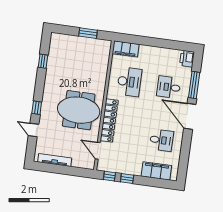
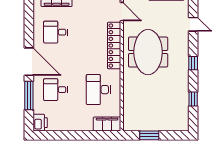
desk: (169, 87) -> (56, 90), turned 180
window: (37, 108) -> (193, 63), moved
meeting table: (79, 110) -> (148, 52), turned 90

